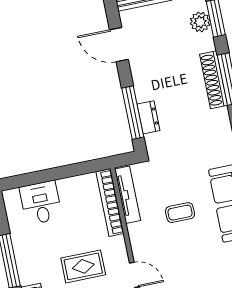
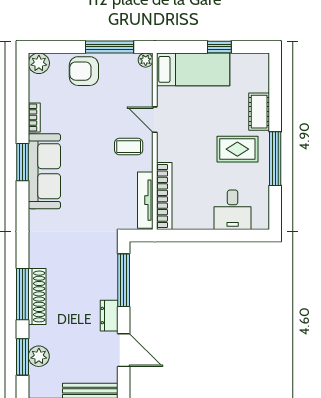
dresser: (148, 117) -> (109, 316), moved
coffee table: (180, 213) -> (129, 147), moved
rug: (83, 266) -> (237, 149), moved

